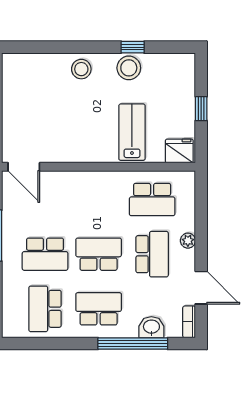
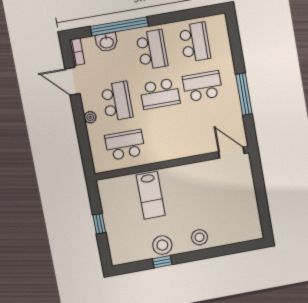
fridge: (179, 151) -> (110, 187), removed
school desk: (152, 254) -> (117, 101), turned 180
school desk: (99, 309) -> (152, 50), turned -90

